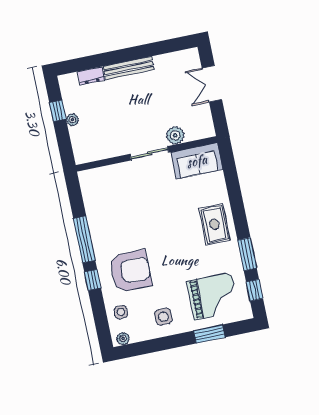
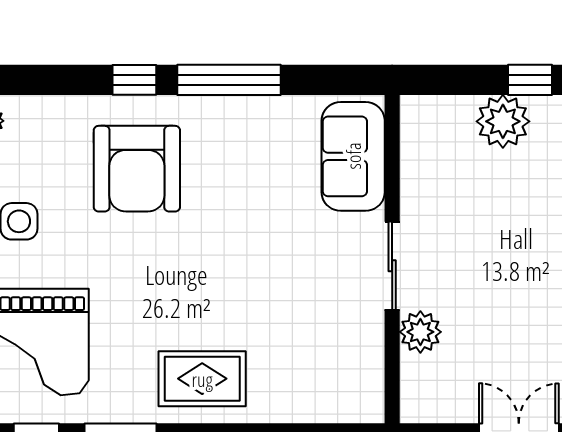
plant: (72, 120) -> (503, 121), width x1.88, depth x1.88
sofa: (197, 161) -> (353, 156), moved
side table: (121, 312) -> (49, 128), removed

